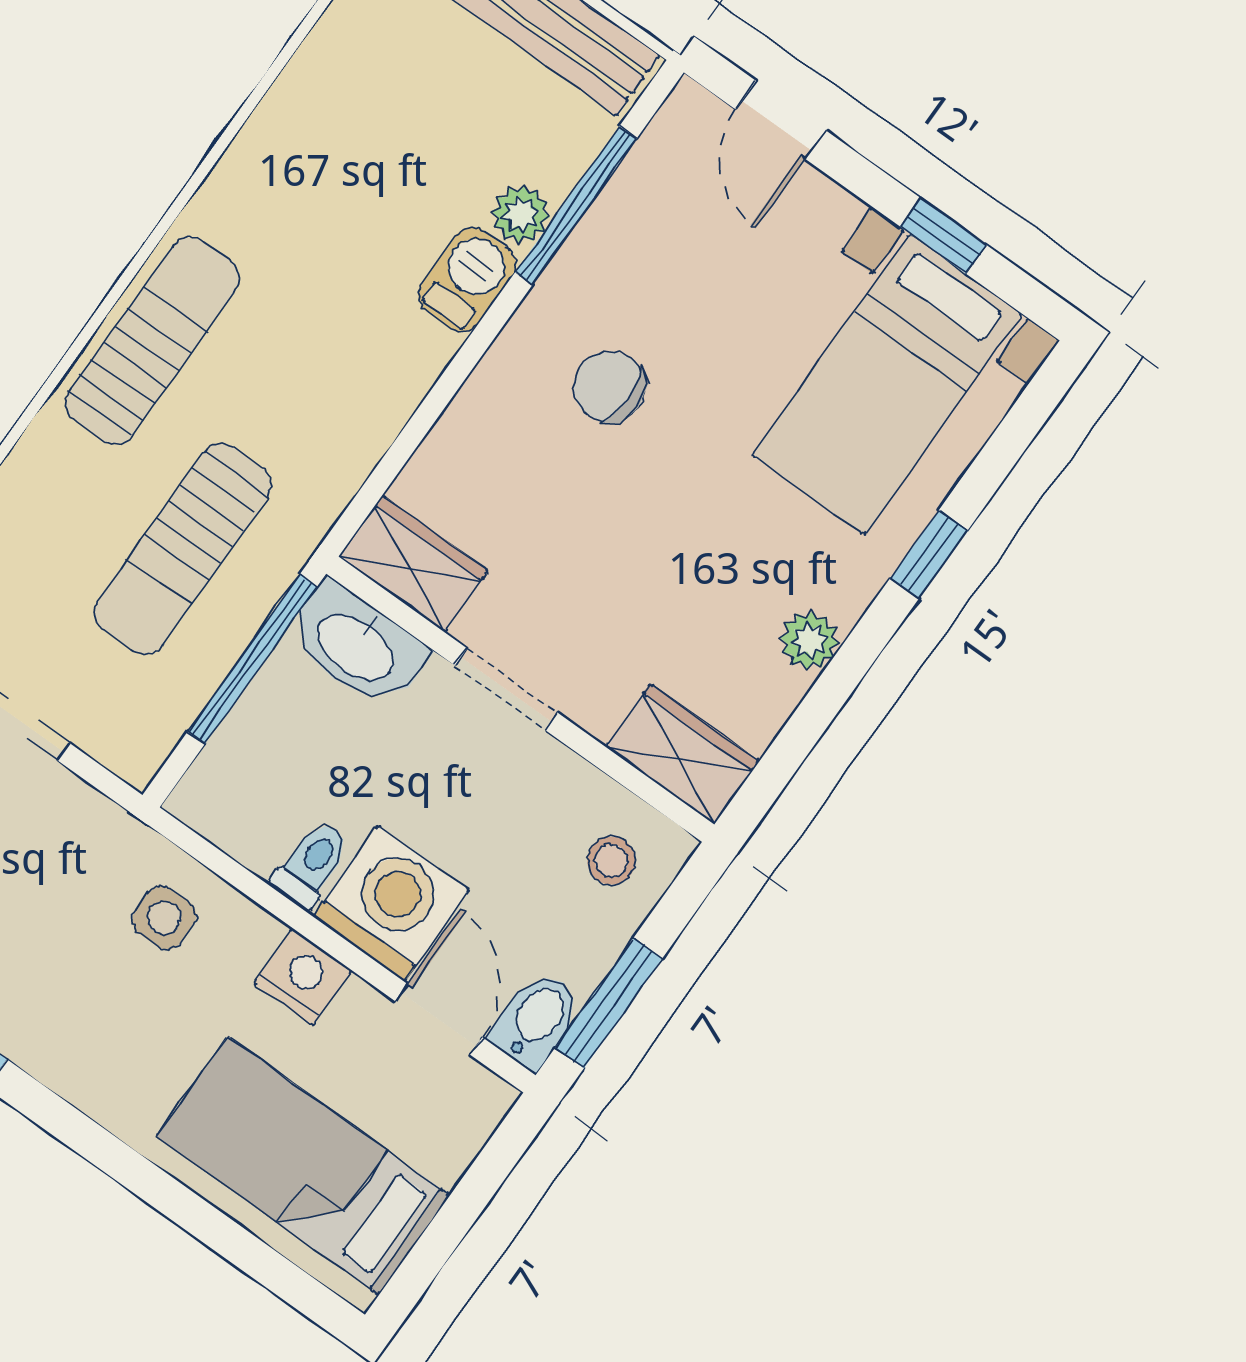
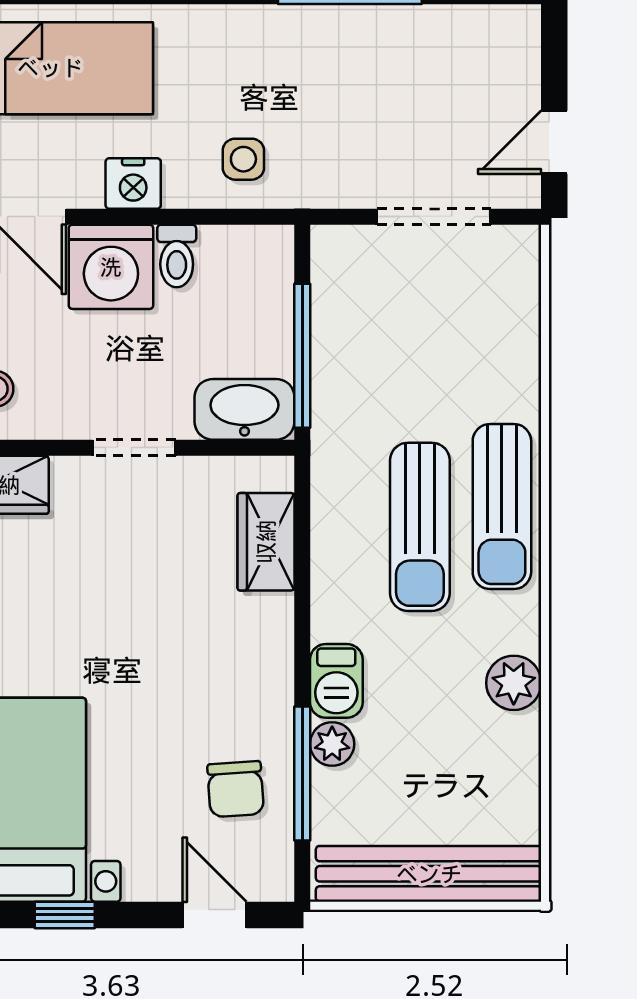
plant: (276, 140) -> (514, 683), added
chair: (609, 387) -> (236, 789), moved, turned 86
sun lounger: (183, 549) -> (420, 527), moved, turned 180
wardrobe: (413, 564) -> (266, 542), moved, turned 90

